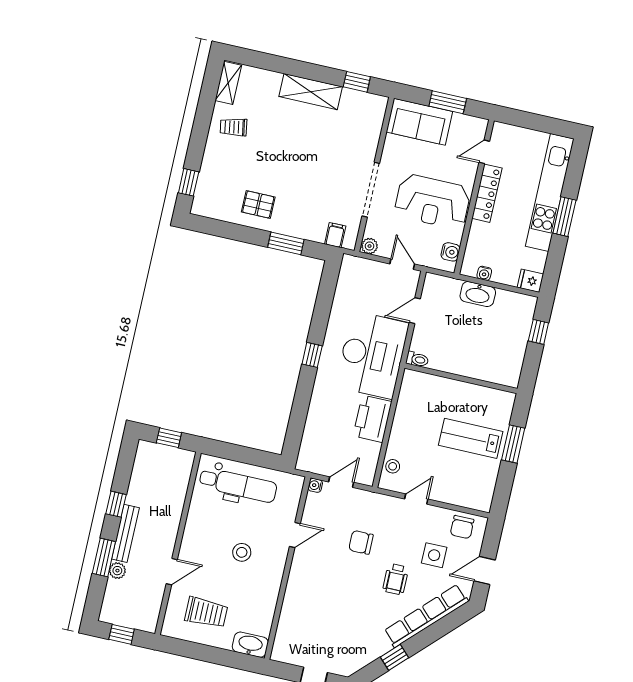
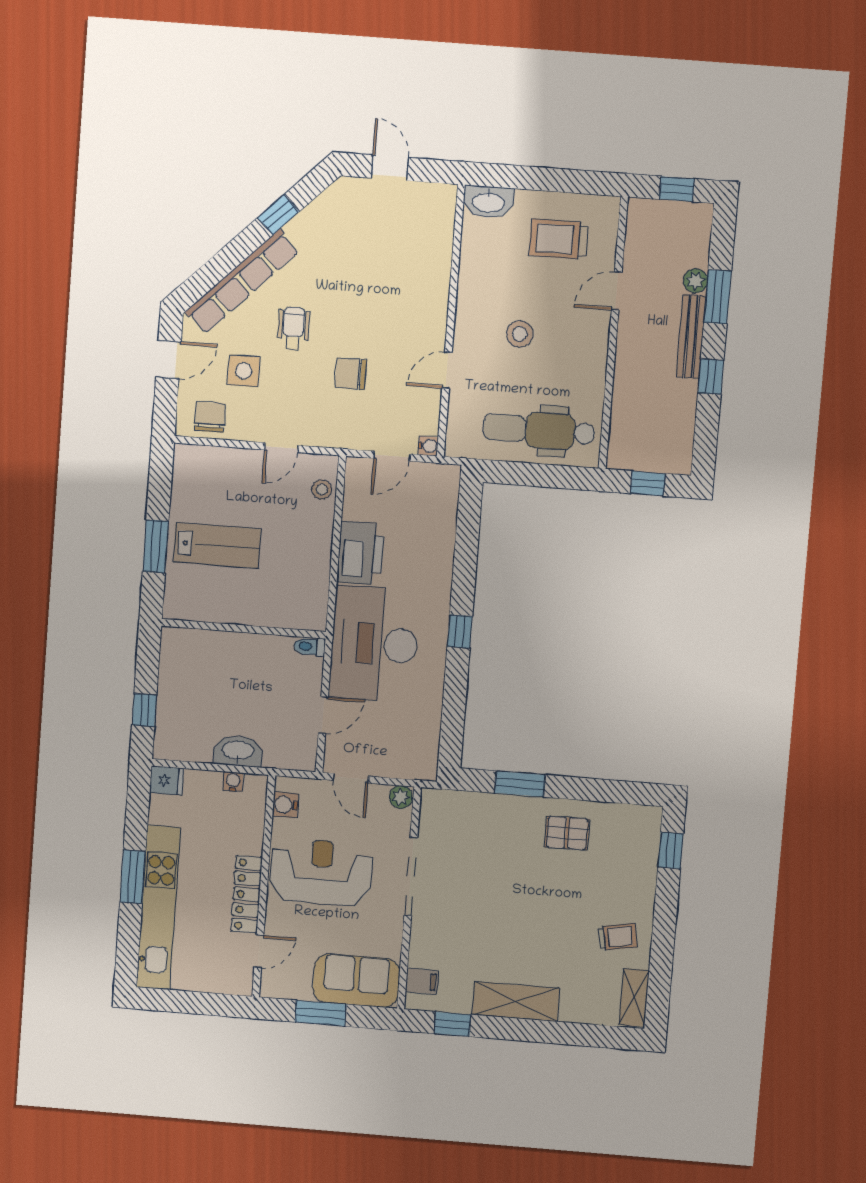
filing cabinet: (335, 235) -> (422, 981), moved, turned -90
chair: (361, 542) -> (351, 374), turned 180

